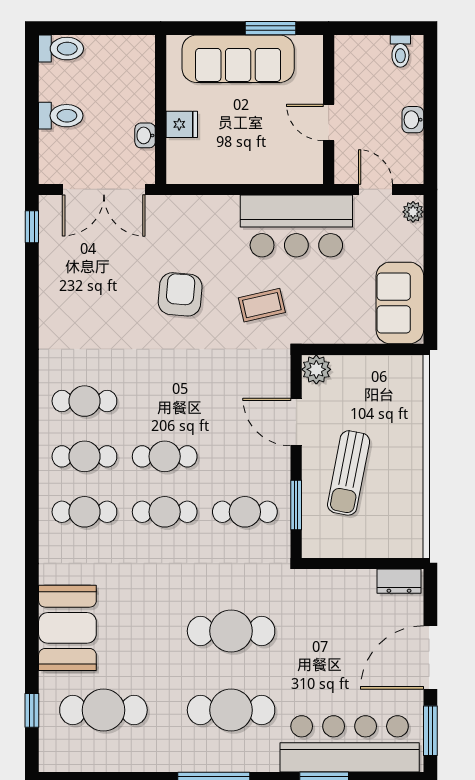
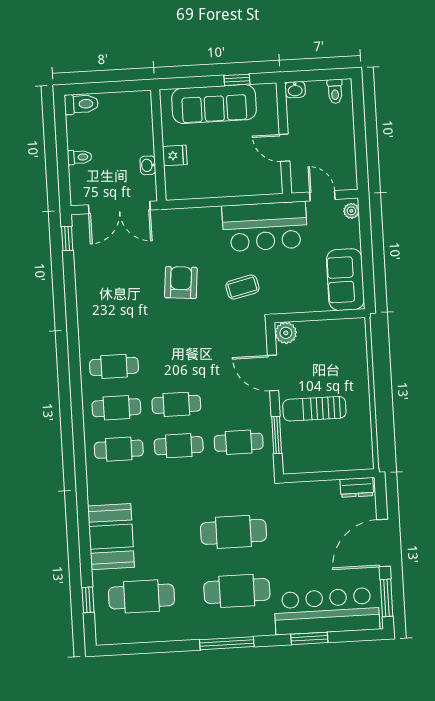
window: (271, 28) -> (237, 80), width x0.67
toilet: (61, 116) -> (80, 157), width x0.73, depth x0.72
washbasin: (413, 120) -> (295, 90), moved, turned -90
sun lounger: (349, 473) -> (314, 409), turned 79

